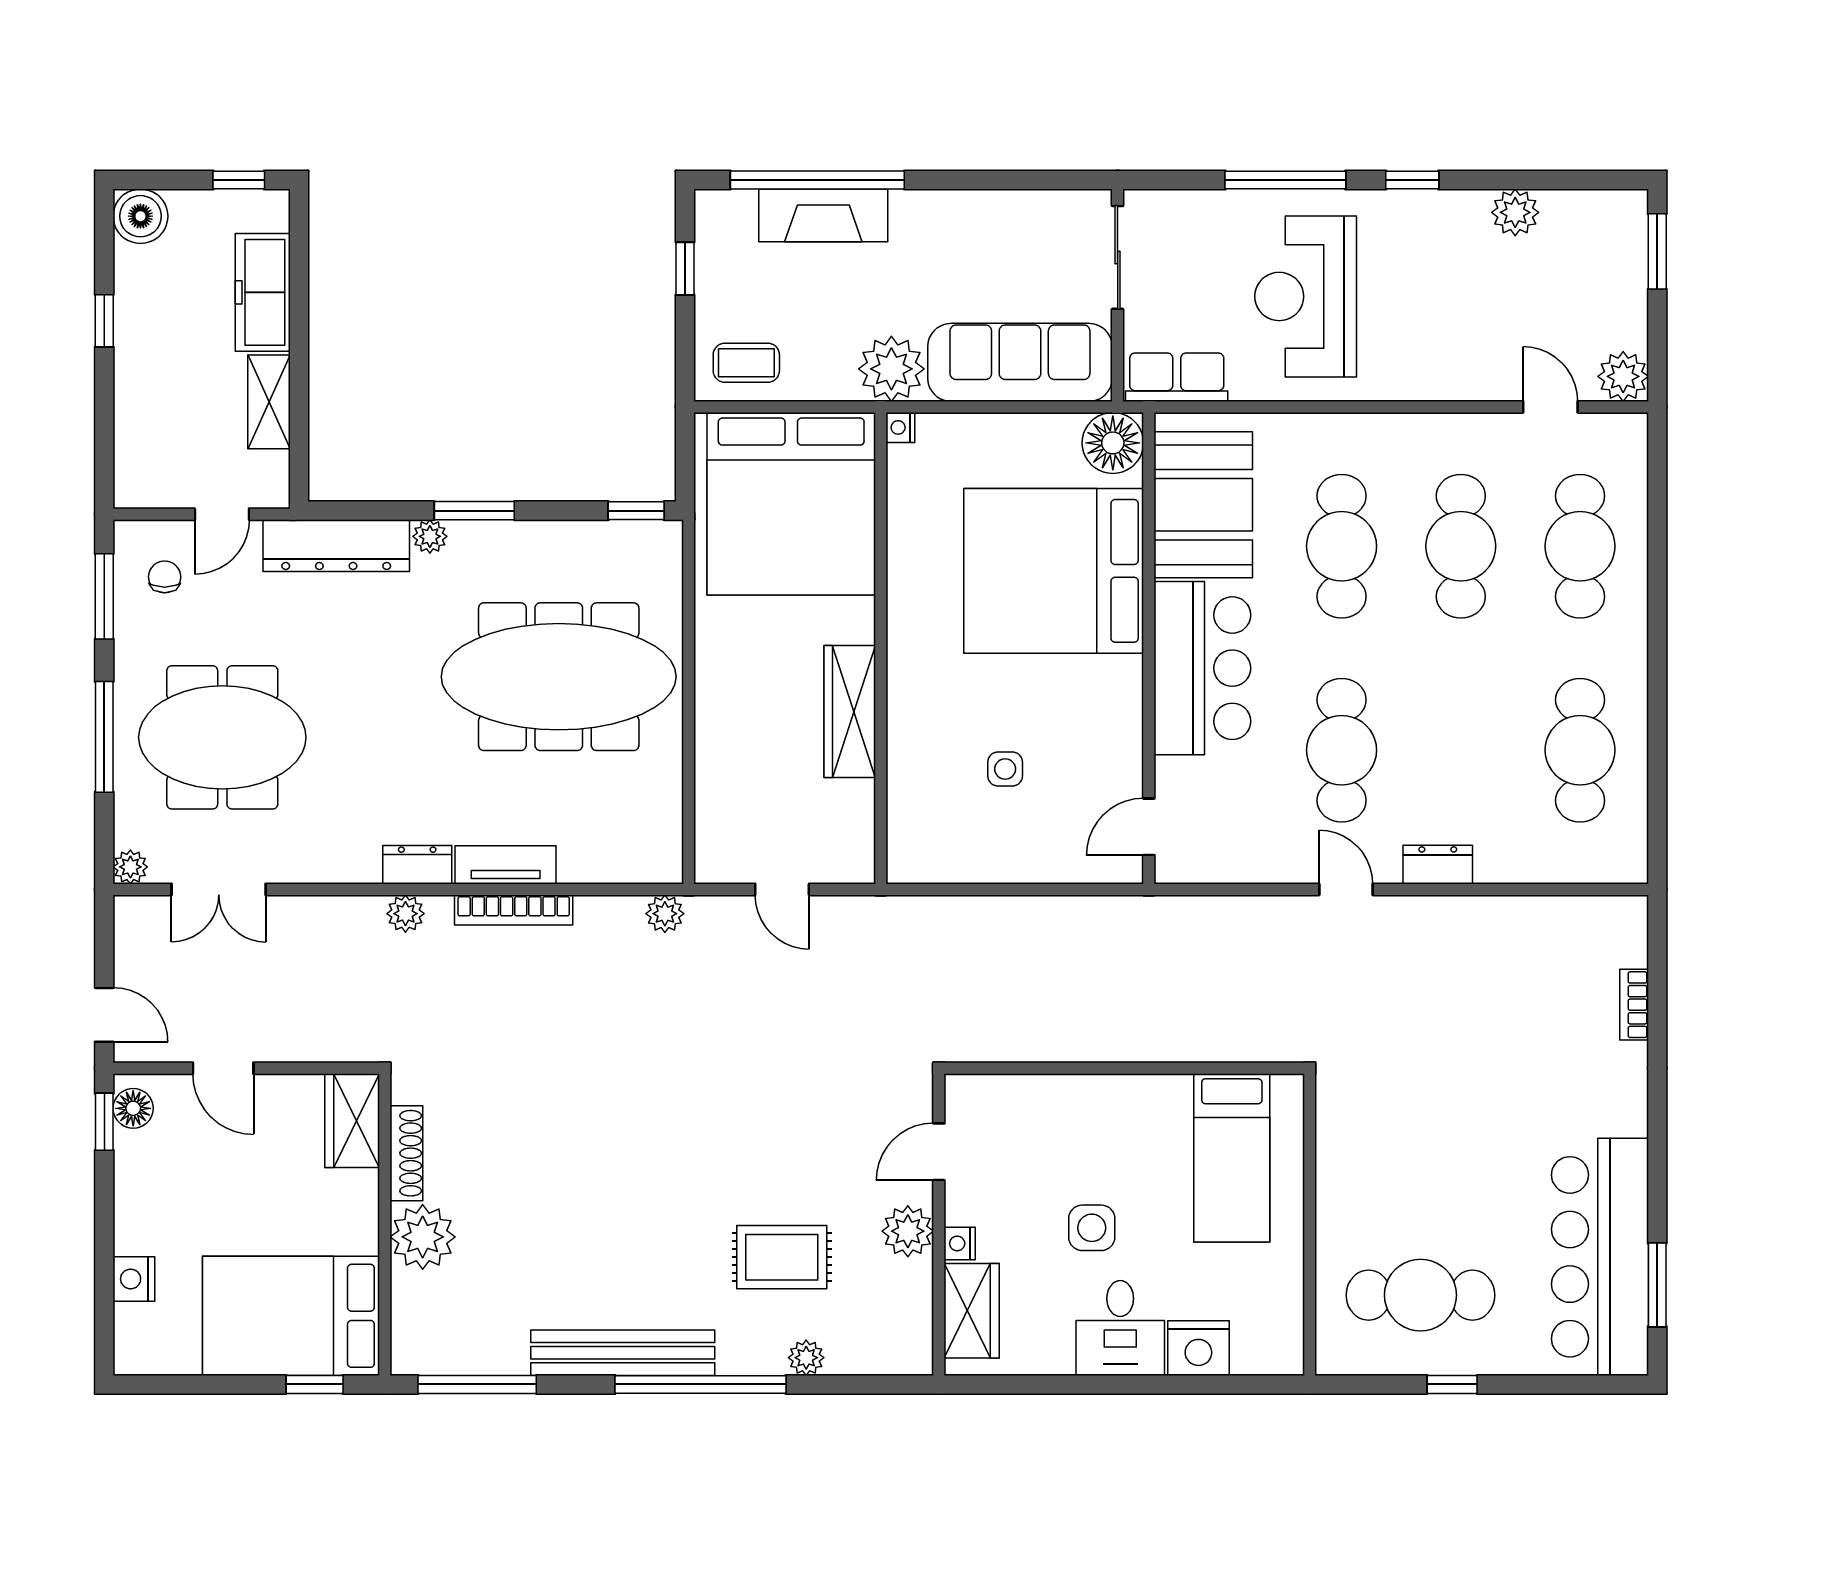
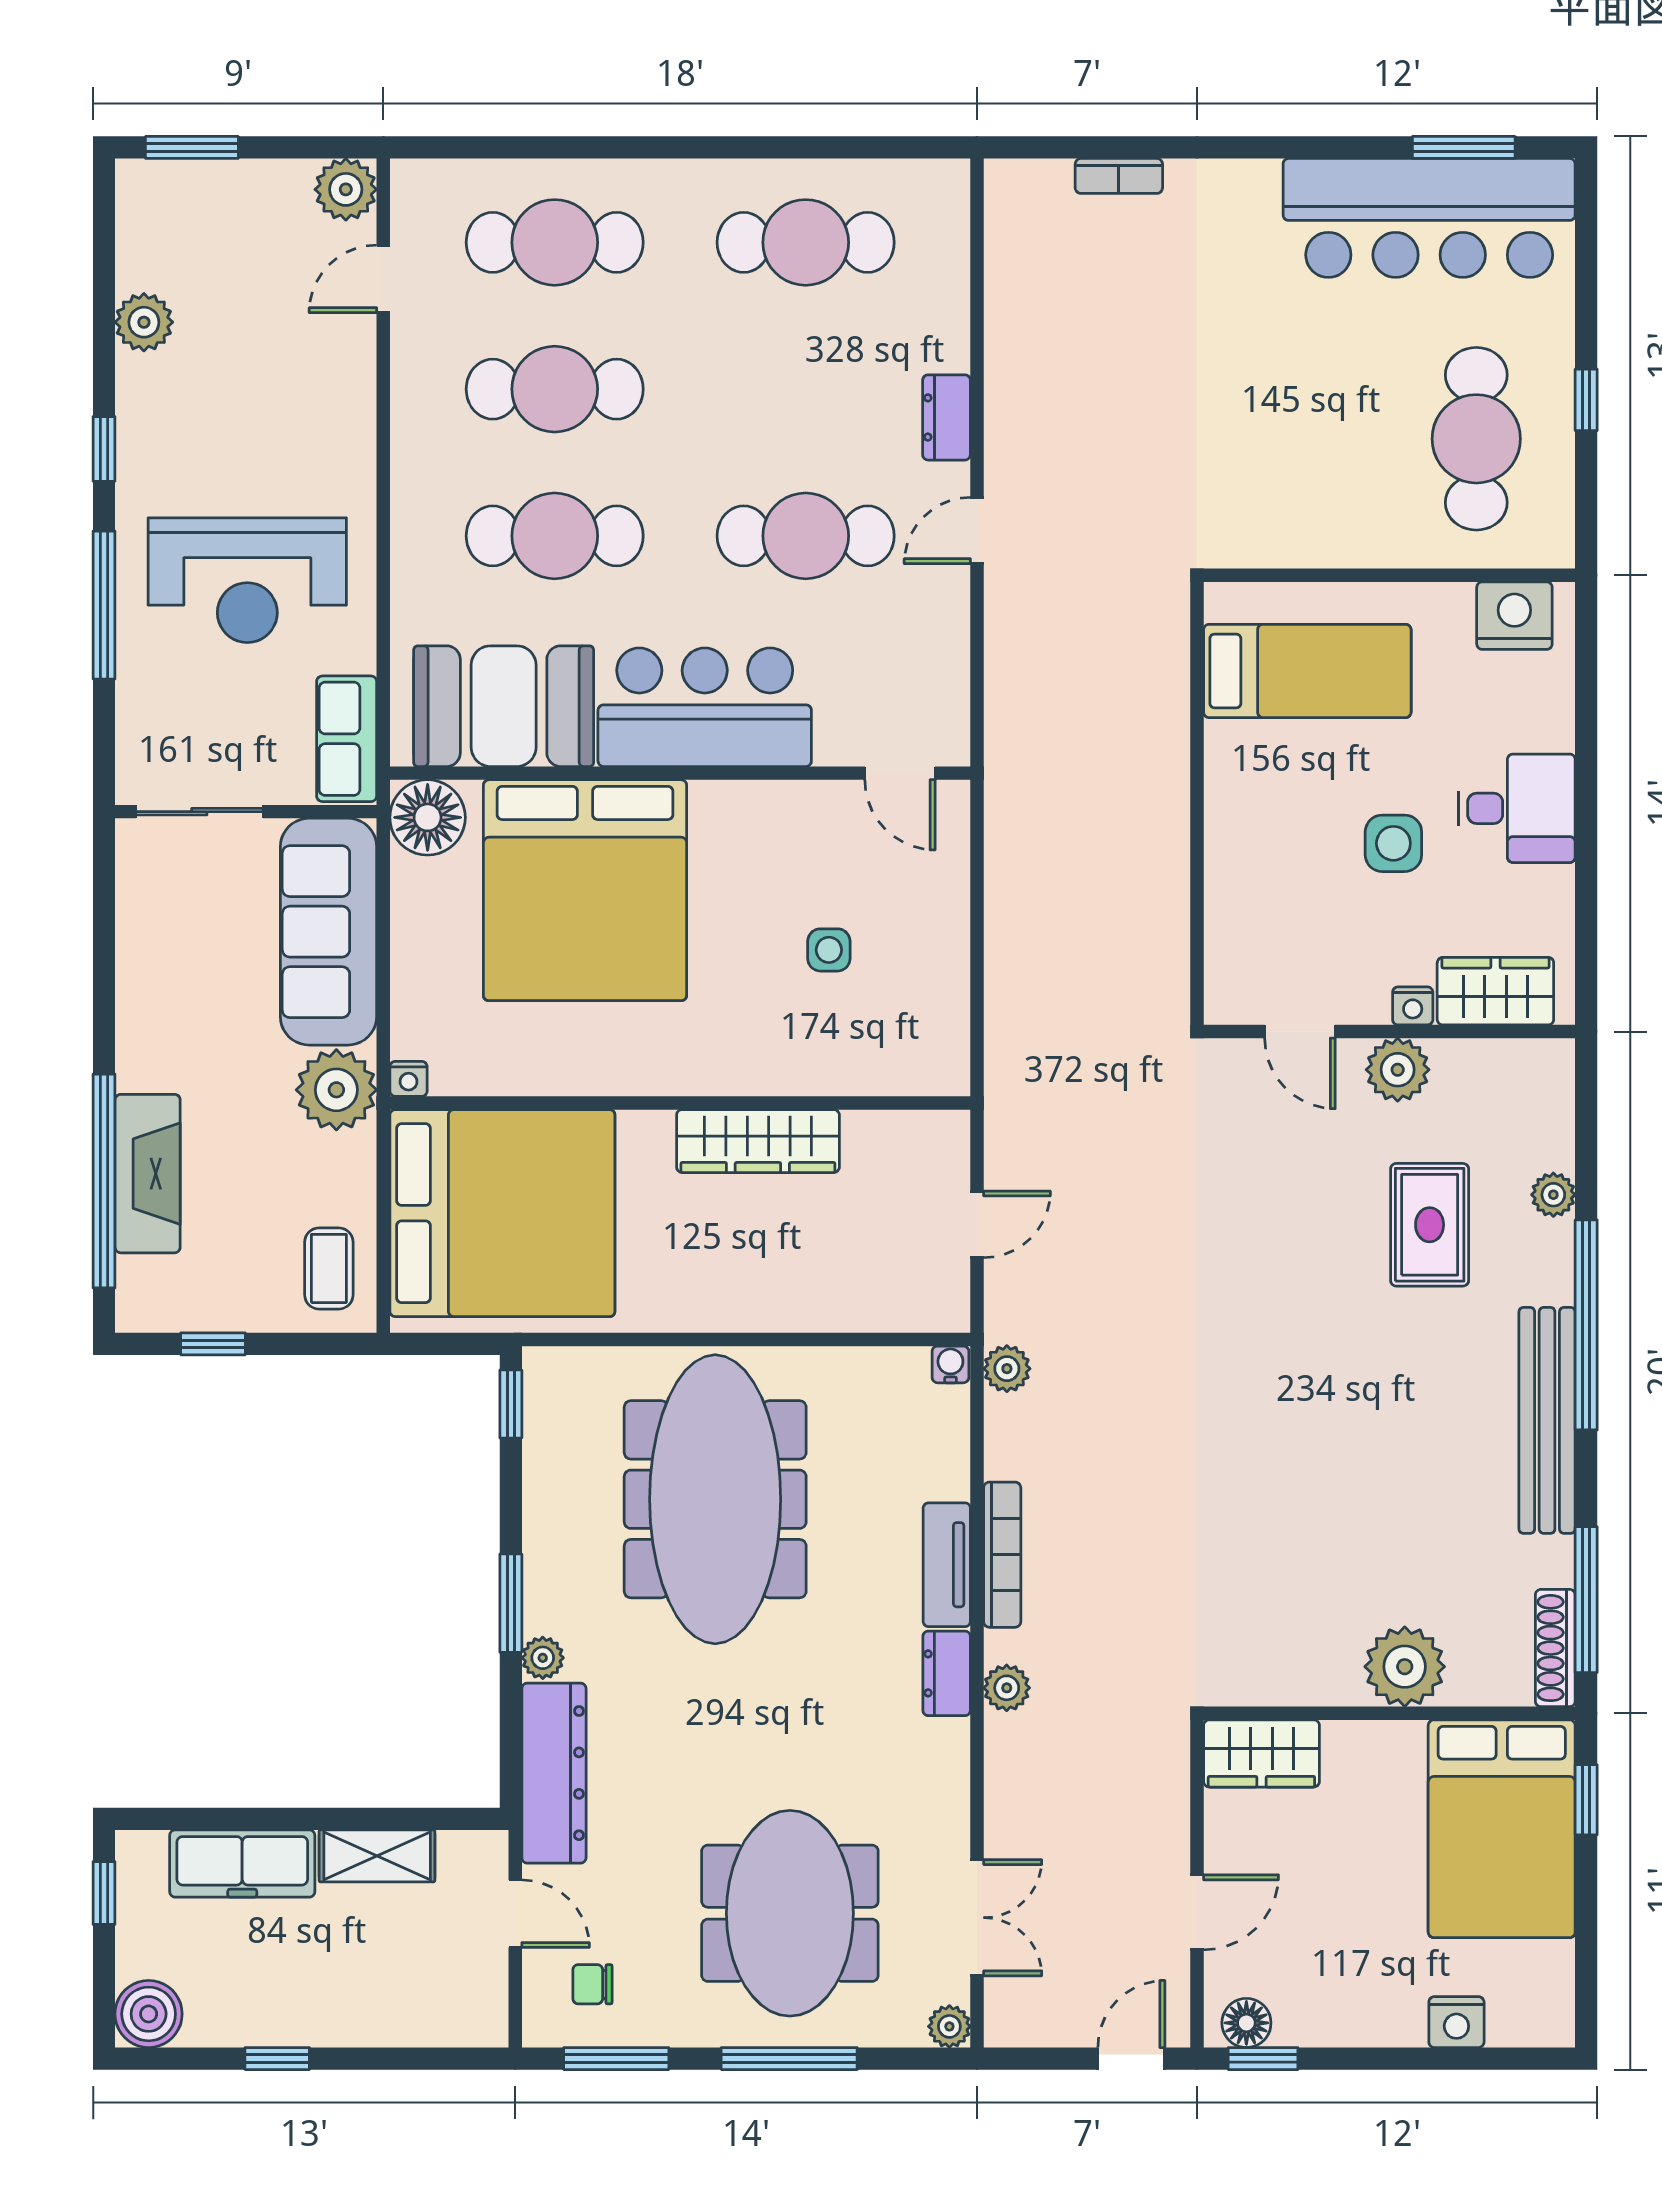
water cooler: (668, 868) -> (950, 1364), added
shoe rack: (406, 1153) -> (1555, 1648), moved, turned -90
nightstand: (1198, 1348) -> (1514, 616), moved, turned -90

